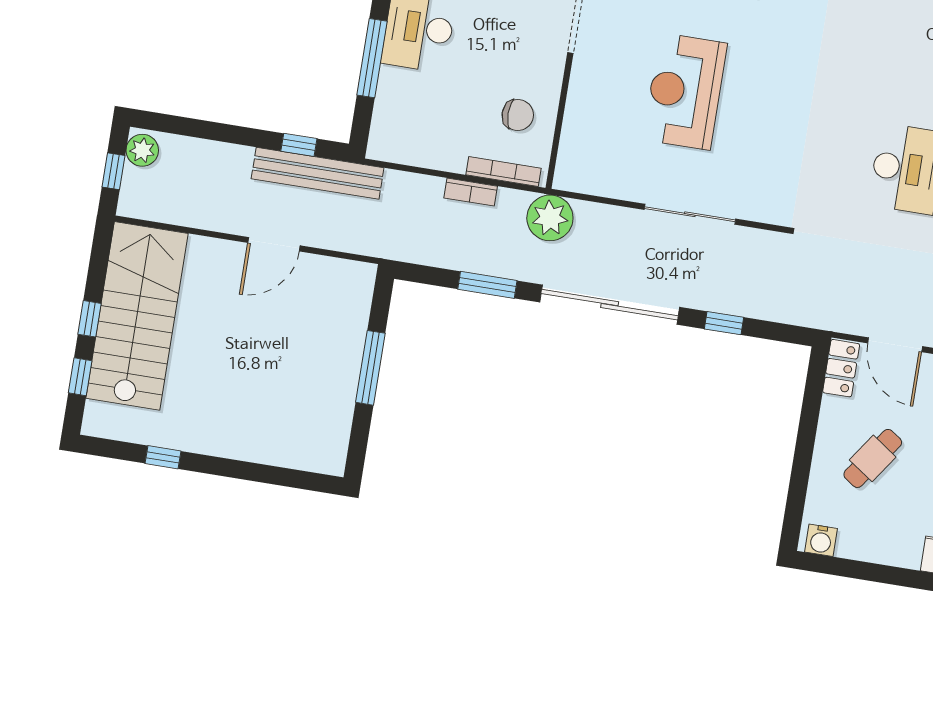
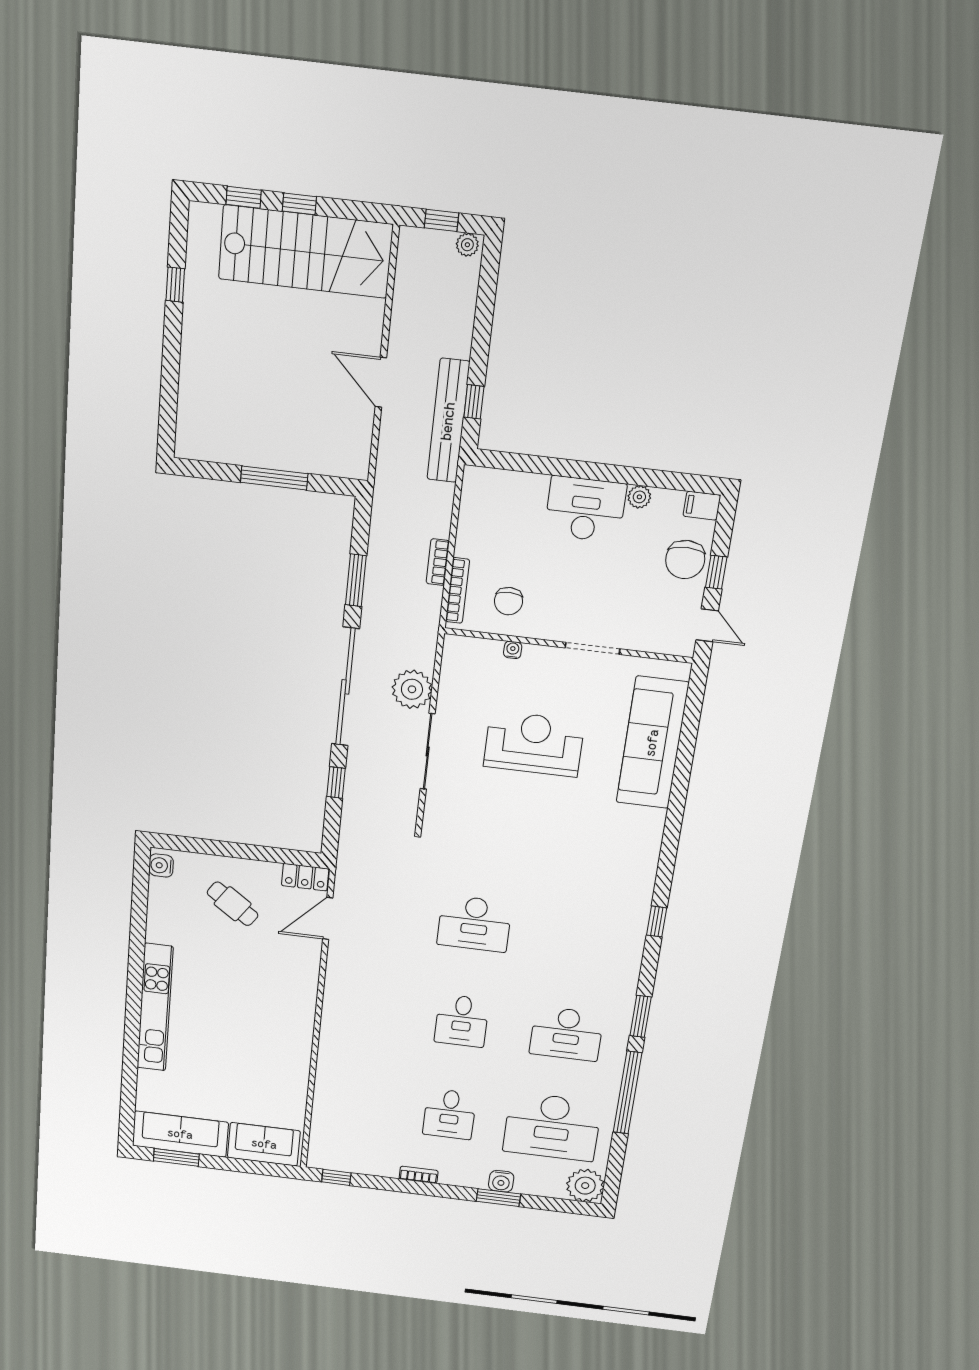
window: (372, 58) -> (556, 467), removed
water cooler: (574, 112) -> (513, 650), added
plant: (142, 150) -> (467, 245), width x0.73, depth x0.73
plant: (550, 218) -> (412, 689), moved

